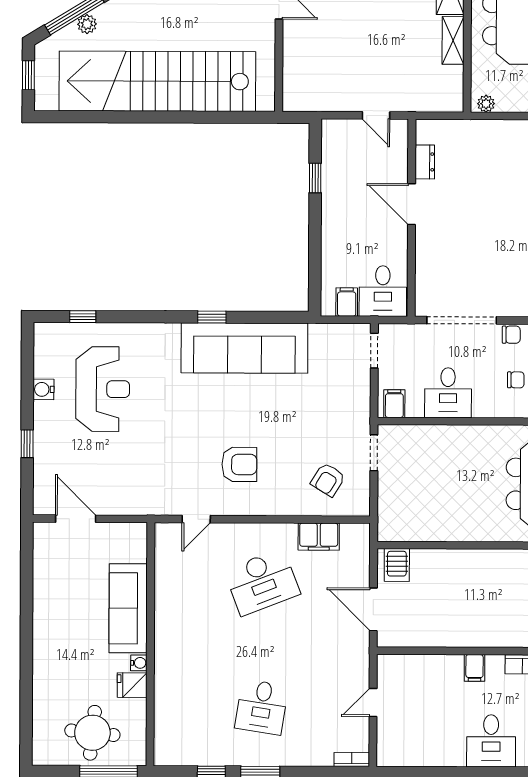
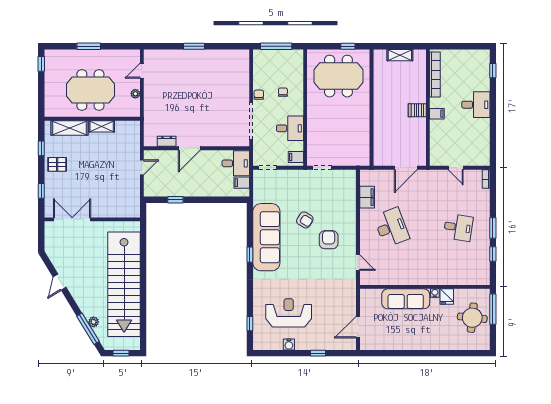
plant: (486, 104) -> (135, 94), moved
armchair: (328, 480) -> (305, 220), moved
server rack: (397, 565) -> (417, 110), moved, turned 180

